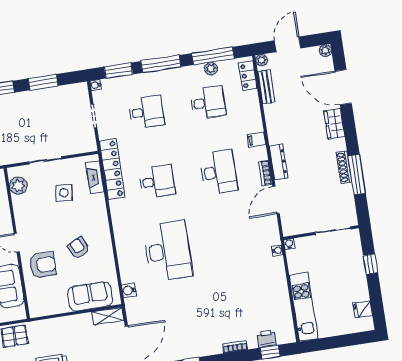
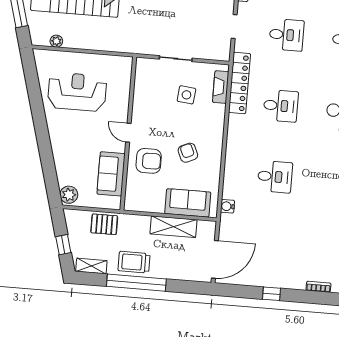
plant: (18, 186) -> (143, 77), removed
desk: (168, 251) -> (275, 177), width x0.53, depth x0.77
shelving: (108, 316) -> (173, 227), moved, width x1.50, depth x1.33

